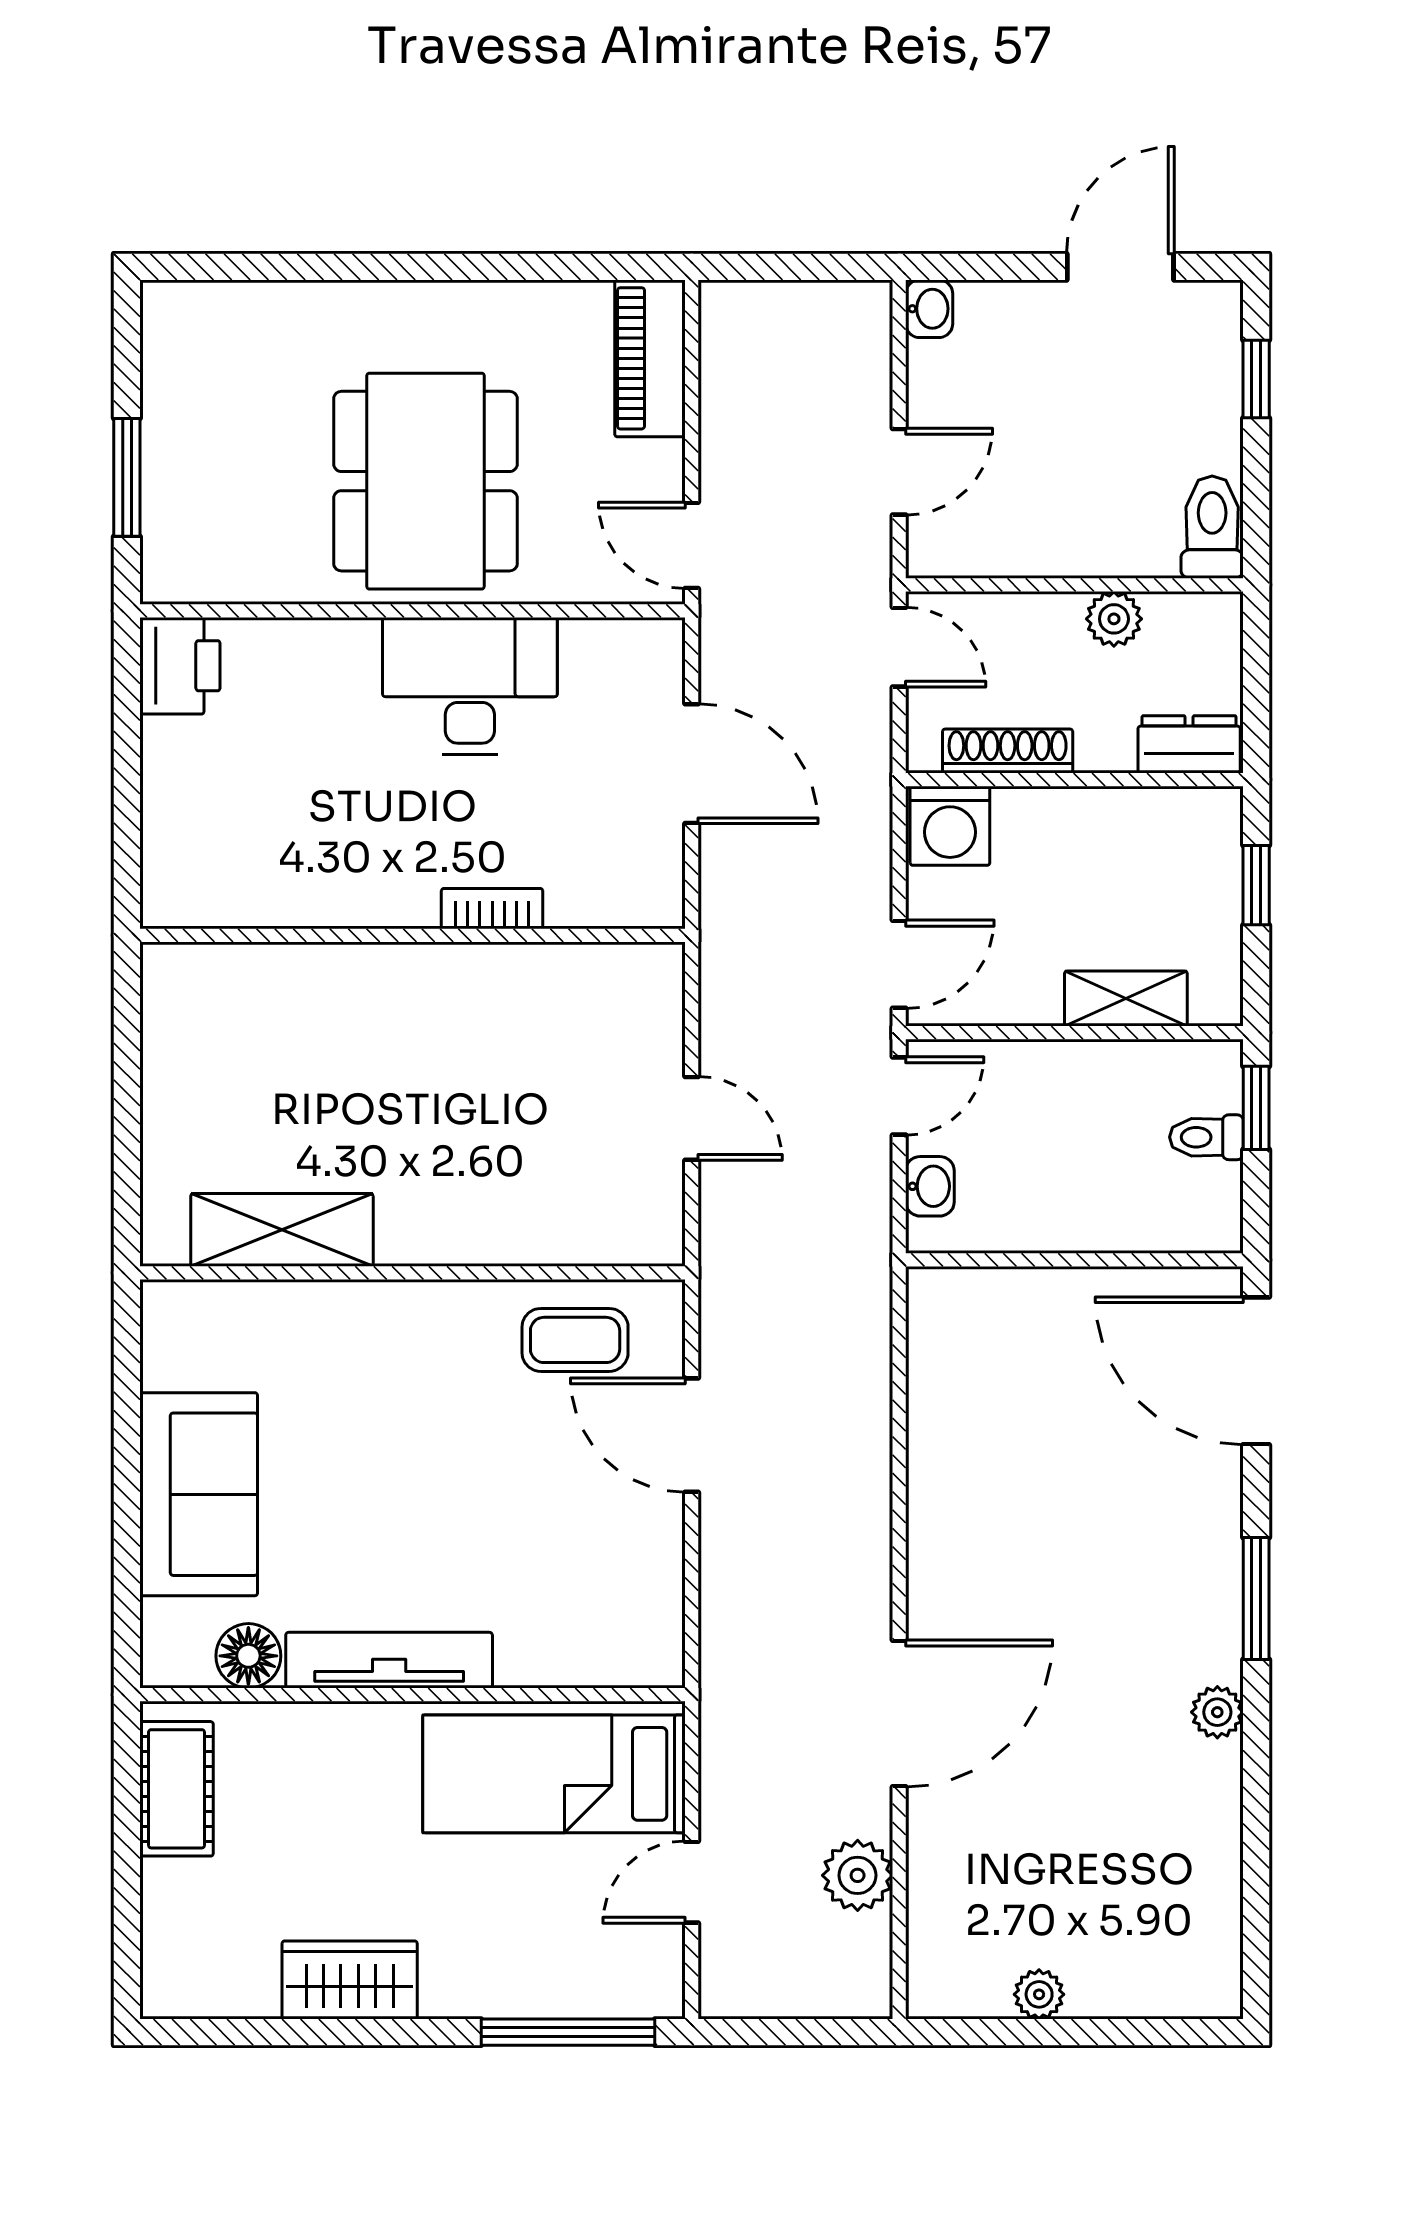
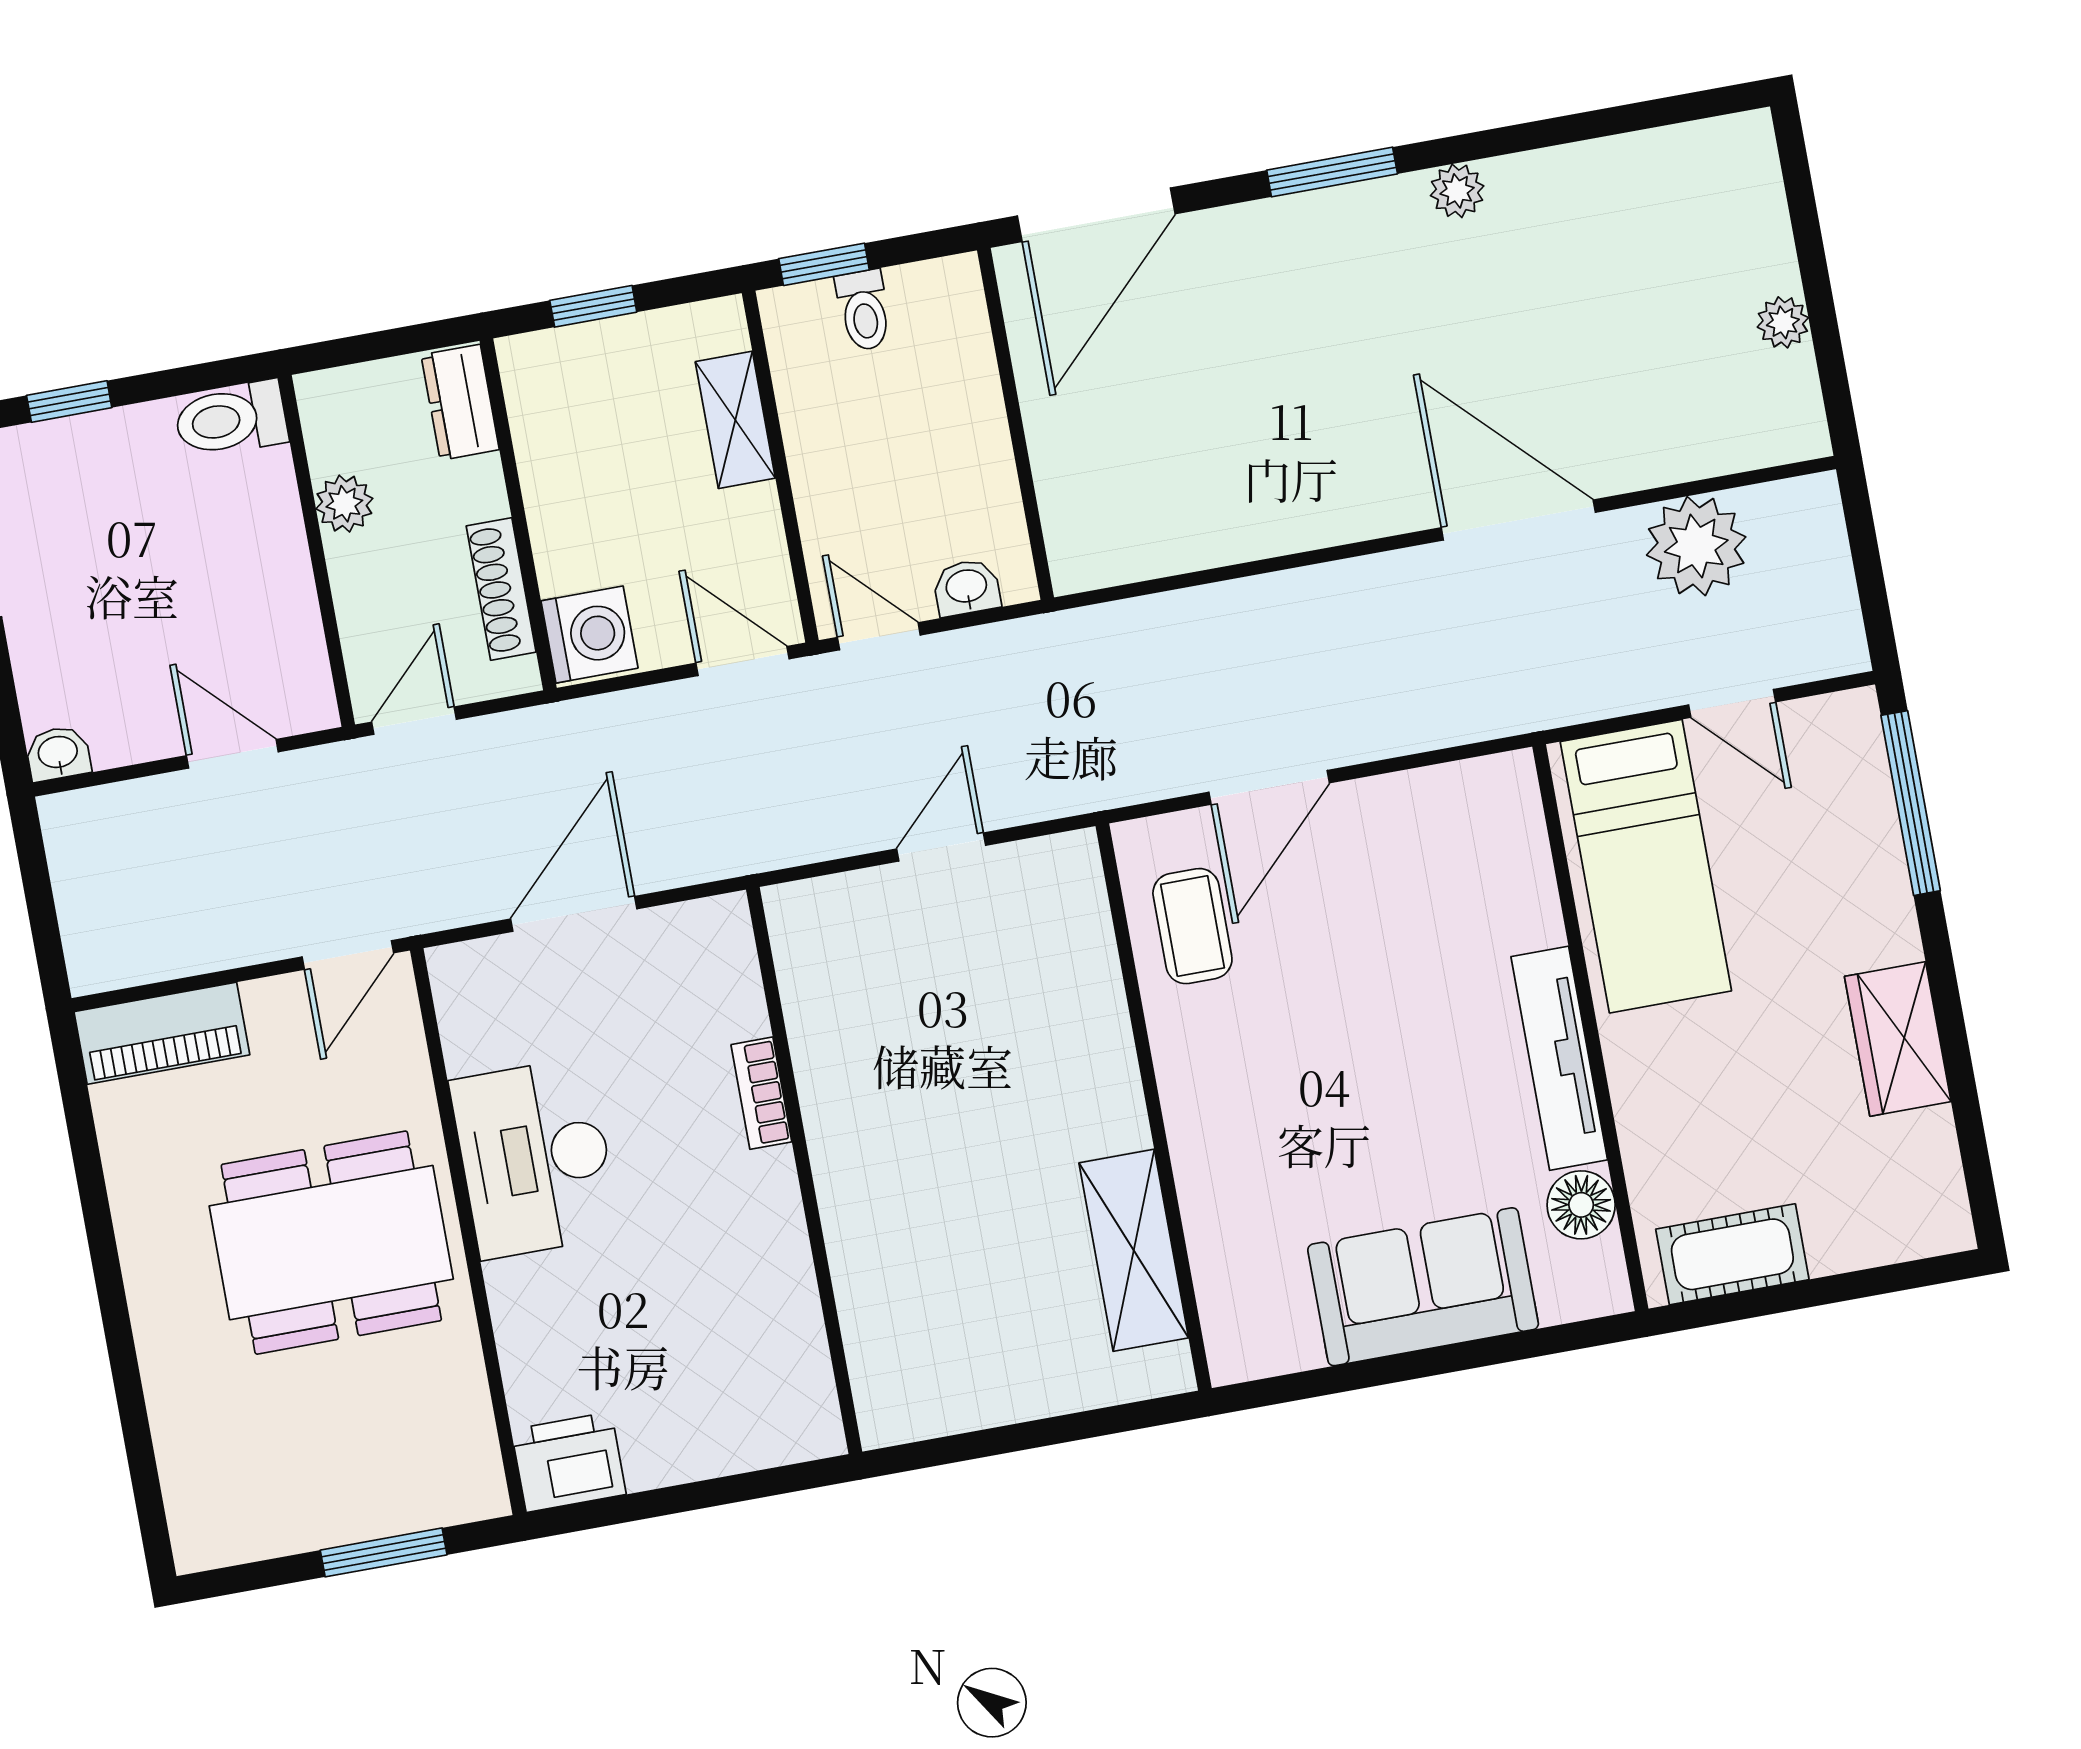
plant: (858, 1875) -> (1696, 546), width x1.36, depth x1.36

